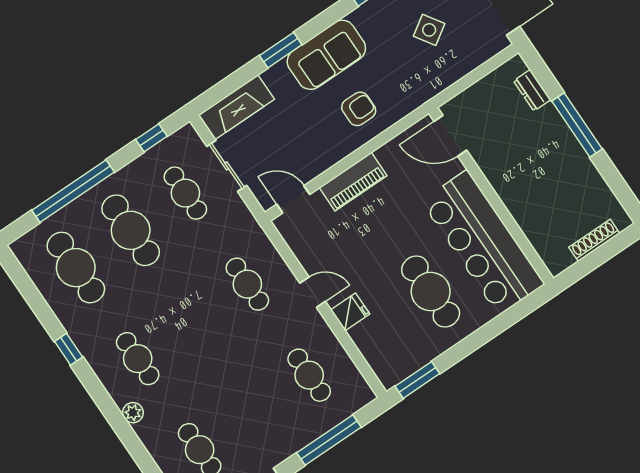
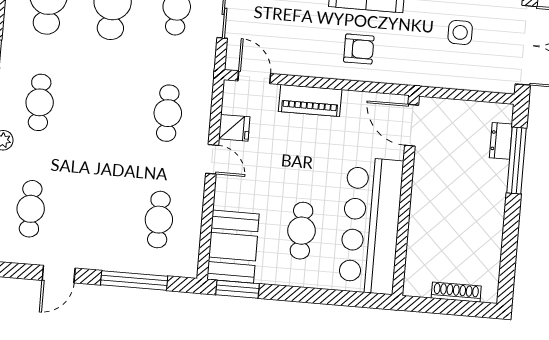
side table: (429, 30) -> (460, 32), turned 33
window: (577, 125) -> (516, 161), moved
cafe table: (431, 292) -> (301, 231), width x0.73, depth x0.74
fridge: (350, 312) -> (234, 128), moved
booth: (386, 349) -> (233, 247), added

